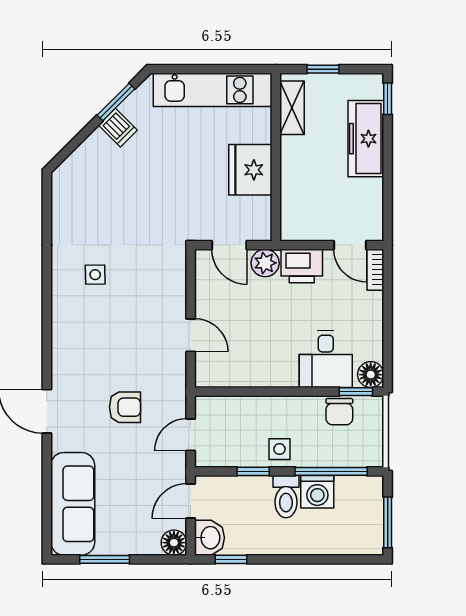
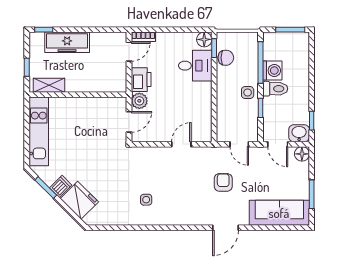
fridge: (250, 170) -> (79, 200), moved, turned -135

